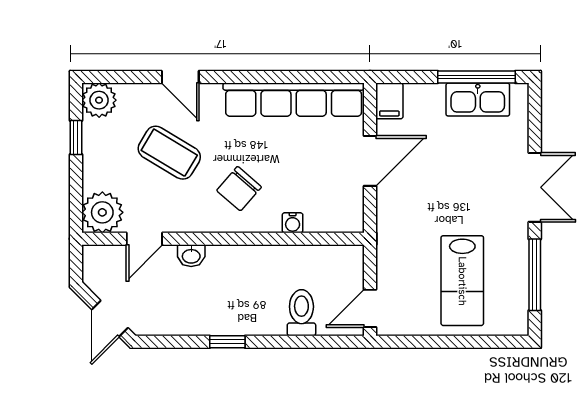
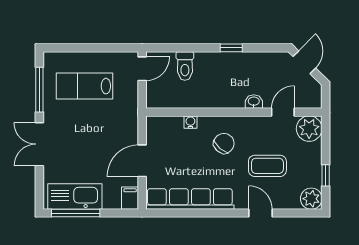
kitchen sink: (478, 100) -> (75, 196), width x1.36, depth x1.24
coffee table: (169, 153) -> (267, 166), turned -31
lab bench: (462, 281) -> (85, 86), turned -90

